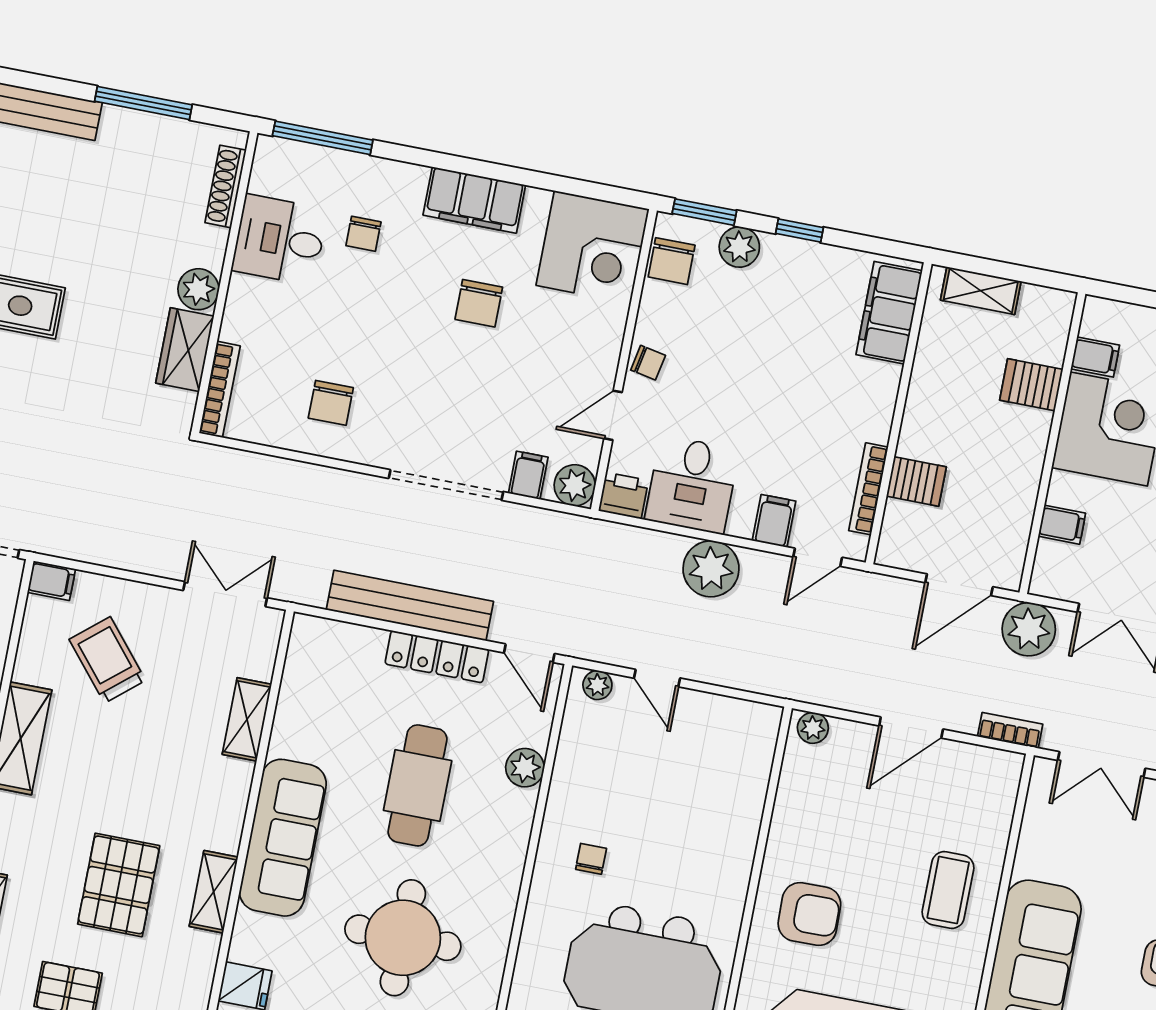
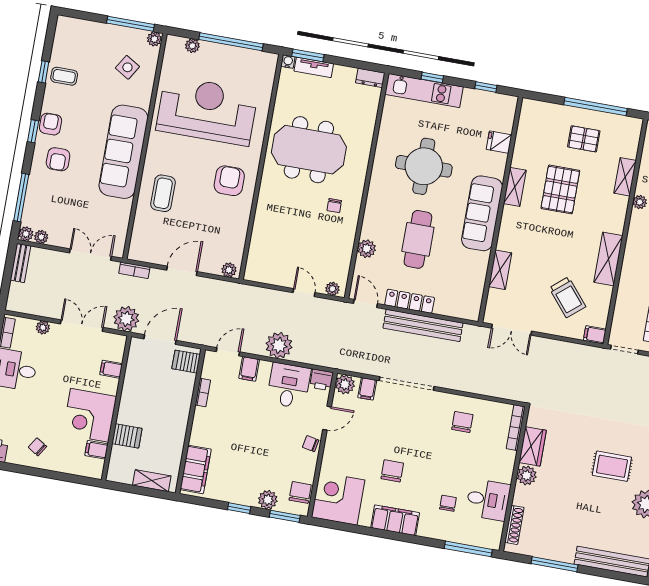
server rack: (916, 481) -> (186, 362), moved
bookcase: (868, 489) -> (203, 392), width x0.64
armchair: (809, 914) -> (229, 181), turned 91

